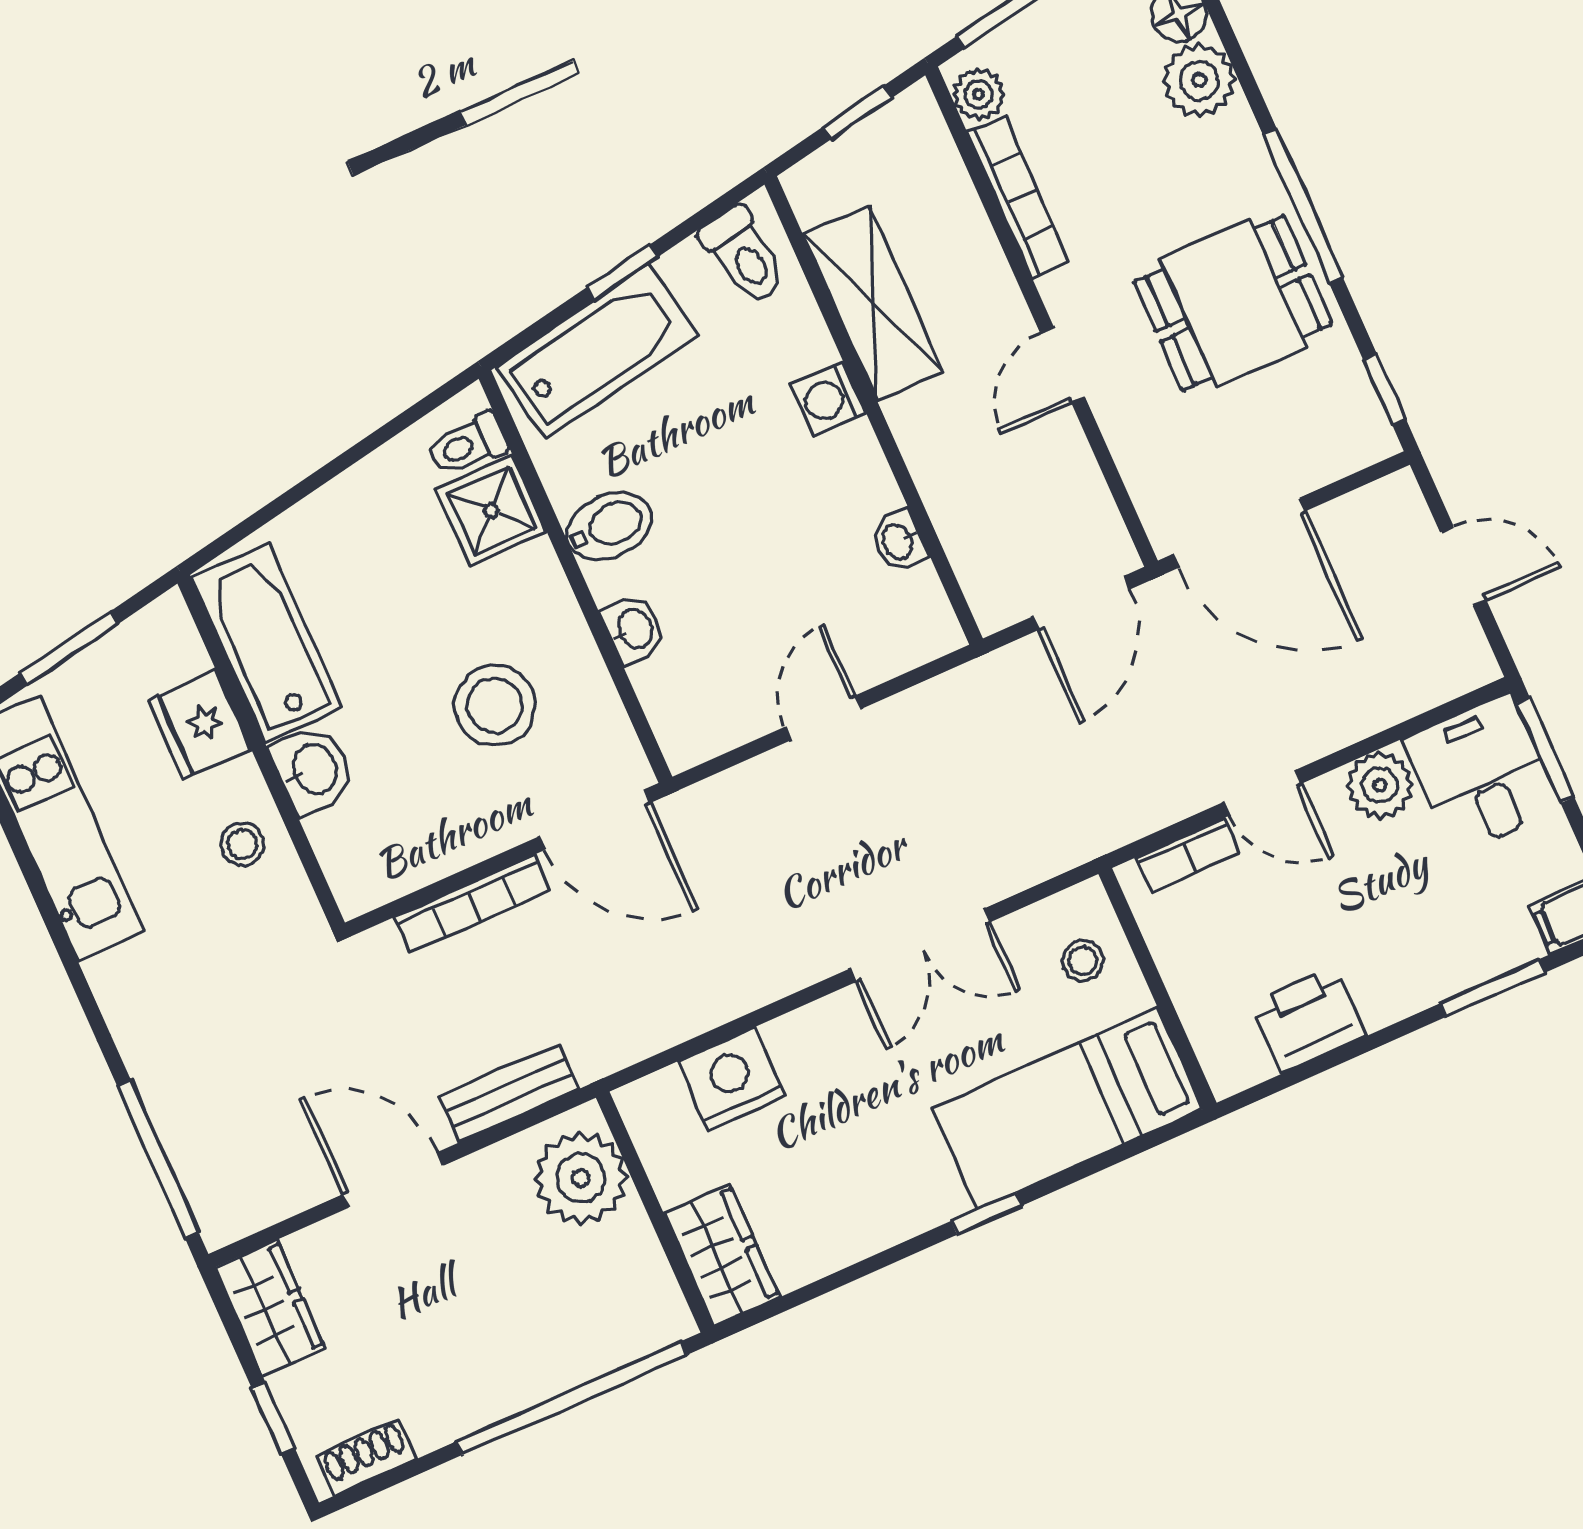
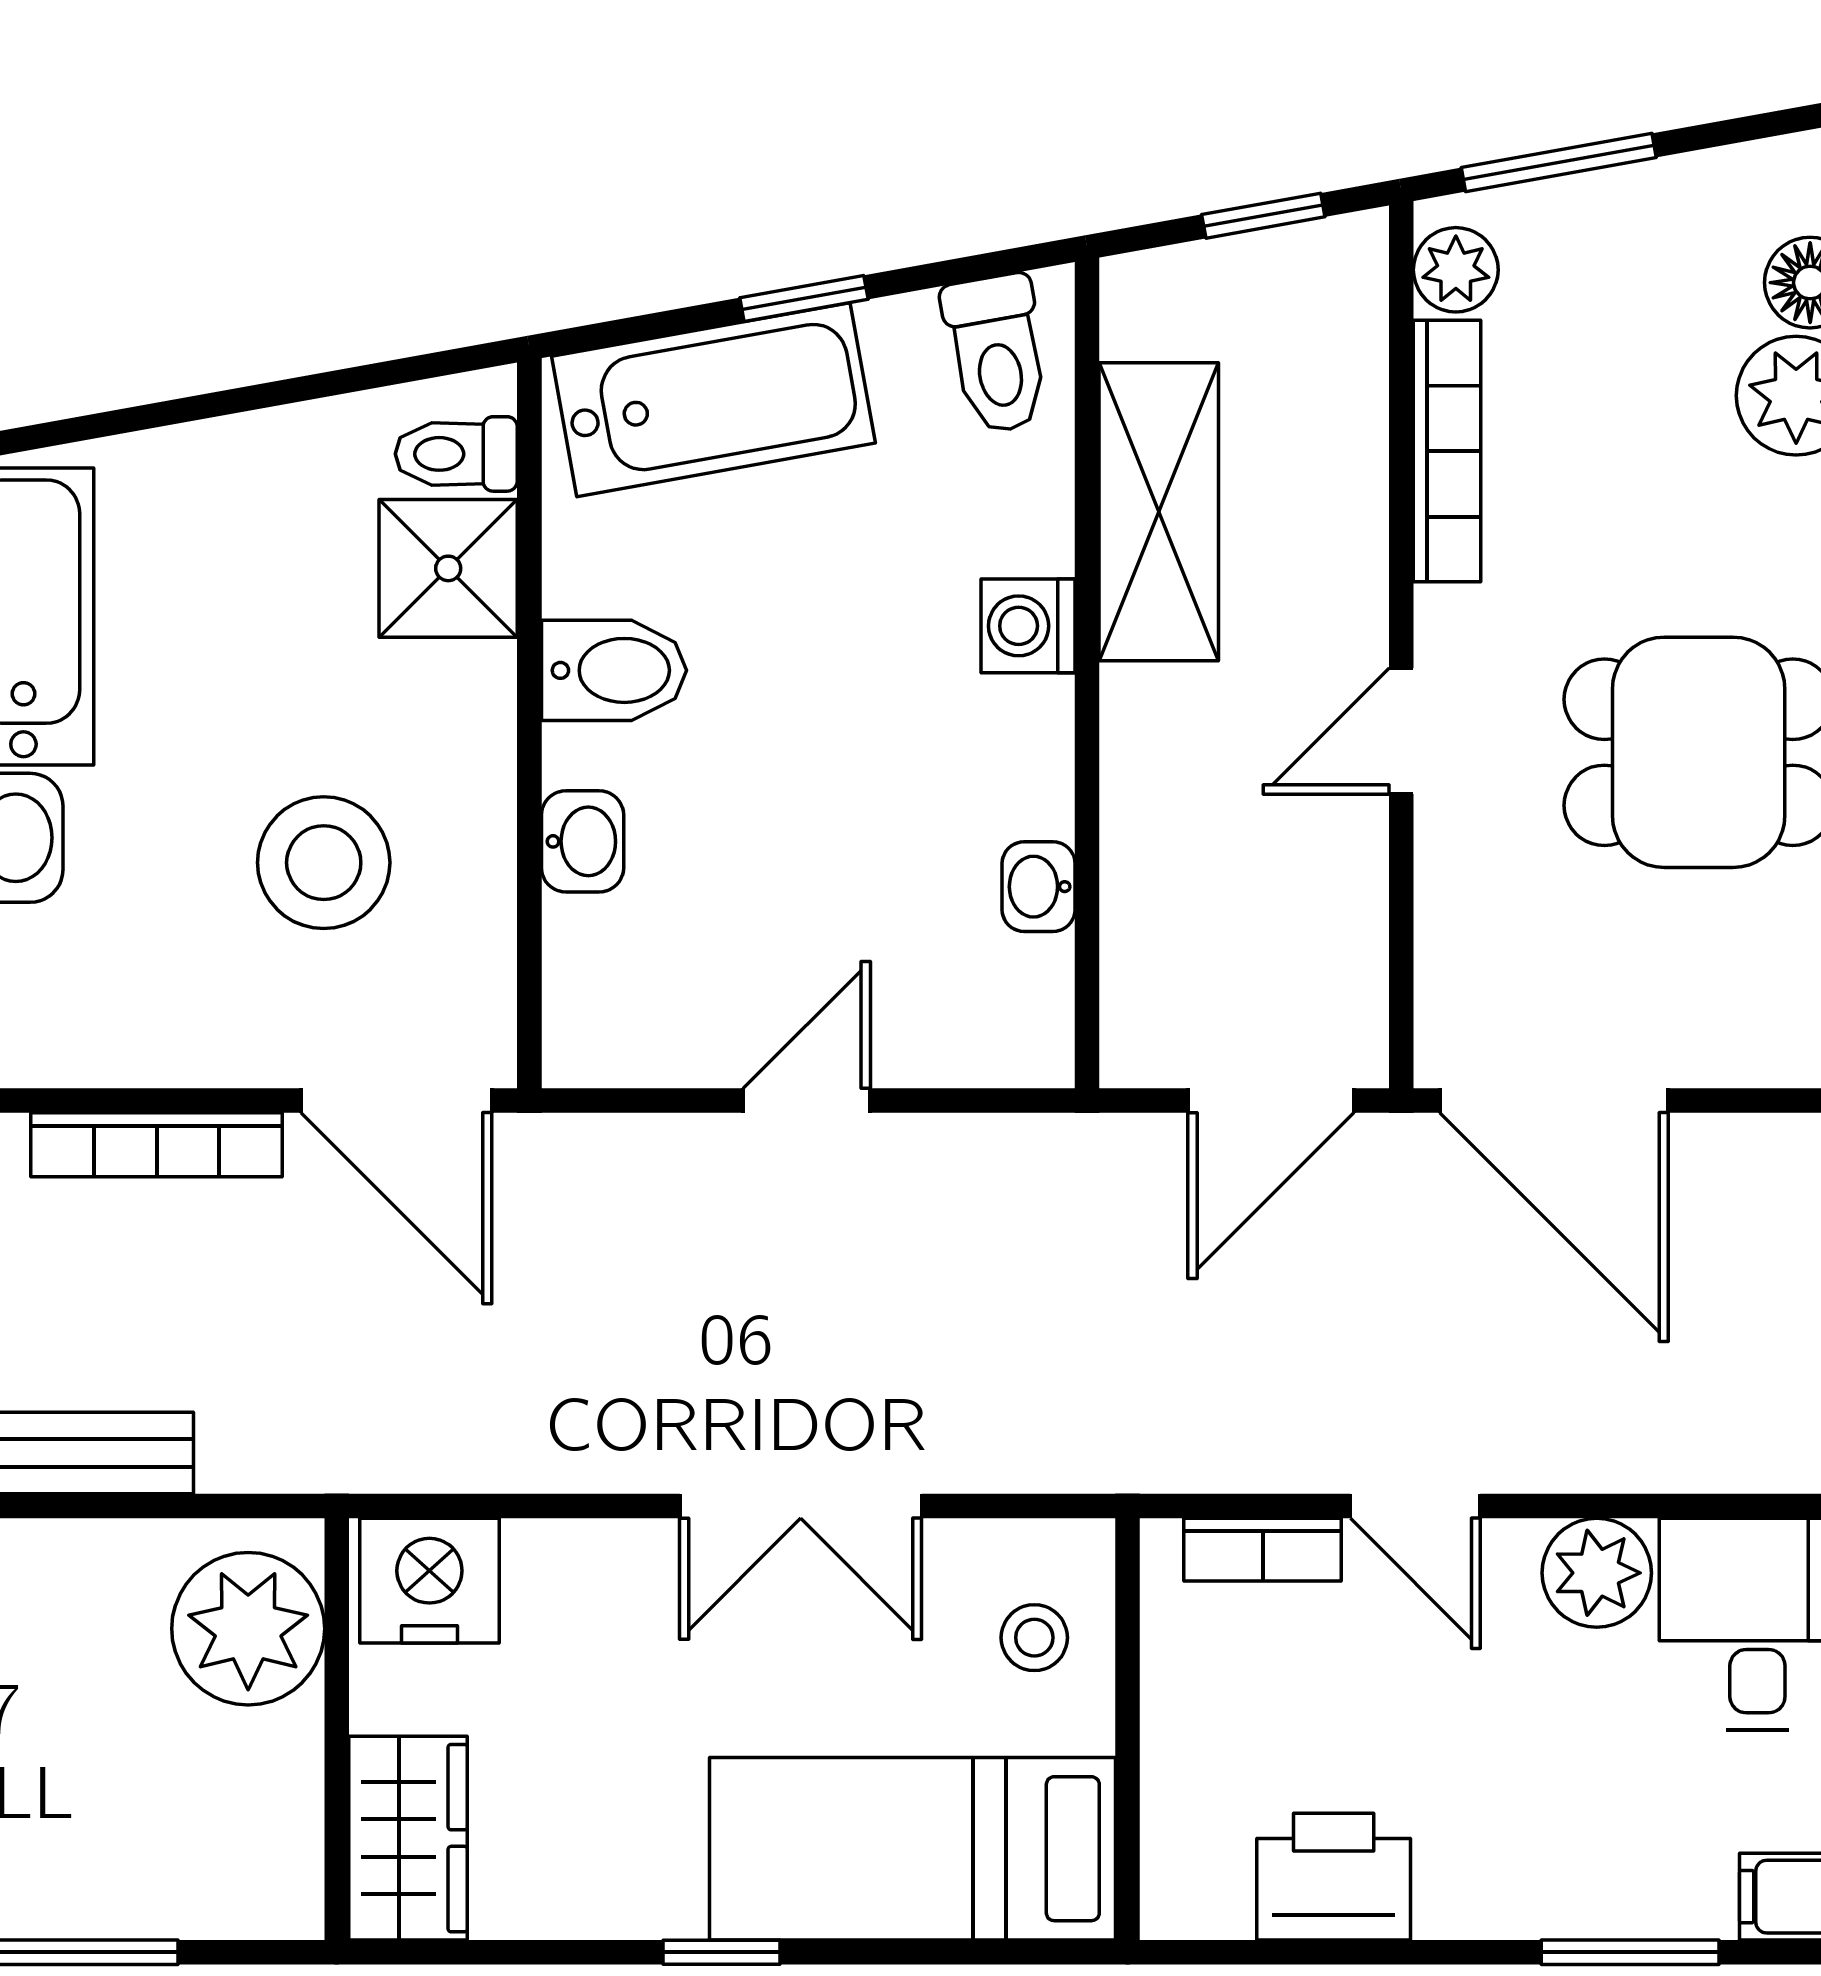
plant: (581, 1178) -> (248, 1629), moved
wall: (655, 1212) -> (337, 1729), moved
wardrobe: (722, 1255) -> (408, 1838), moved

